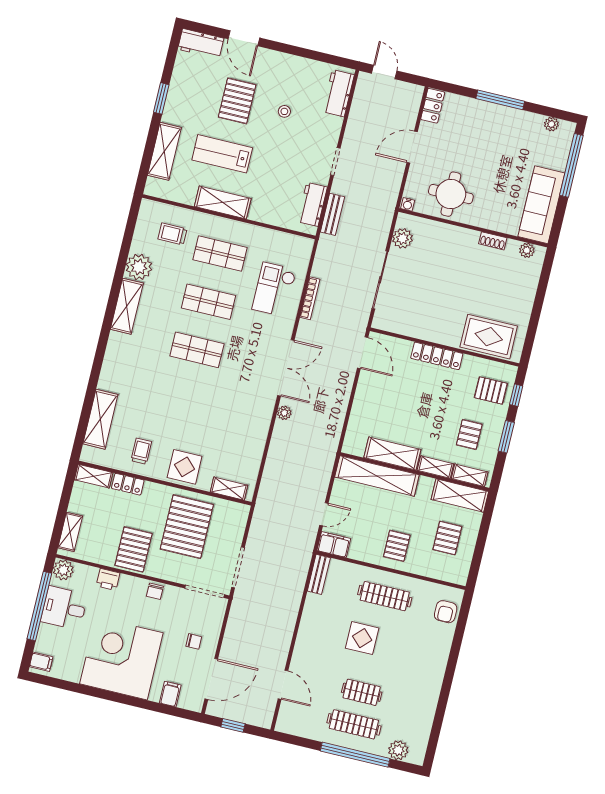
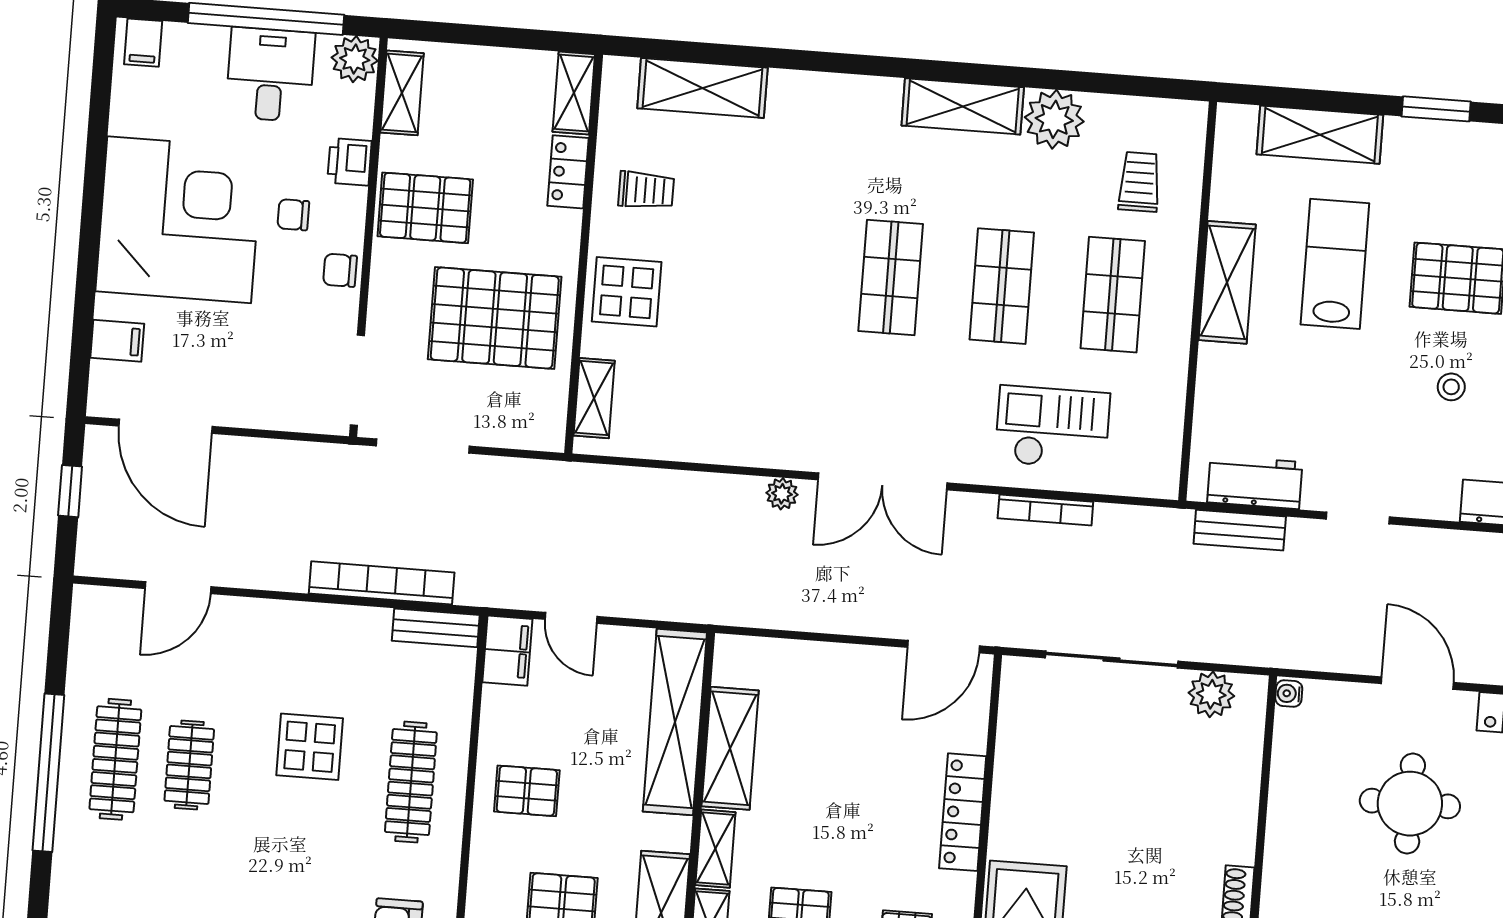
round table: (451, 194) -> (1410, 804), moved
shelving: (70, 532) -> (402, 93), moved, turned 90
bookcase: (295, 595) -> (382, 583), added
chair: (194, 641) -> (293, 215), moved, turned 90
plant: (398, 750) -> (74, 867), removed

